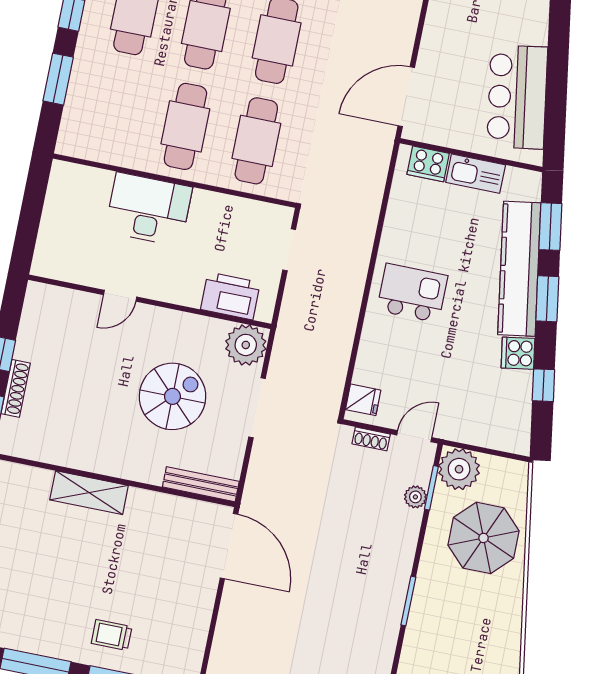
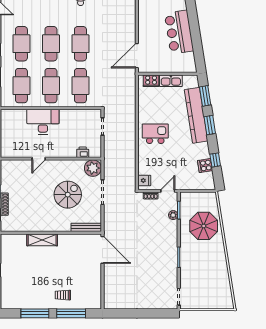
bar counter: (517, 97) -> (179, 32), moved
cafe table: (115, 112) -> (21, 86), added
printer: (230, 296) -> (83, 152), width x0.53, depth x0.68
cooker: (518, 353) -> (205, 166), moved
plant: (459, 469) -> (188, 200), removed

